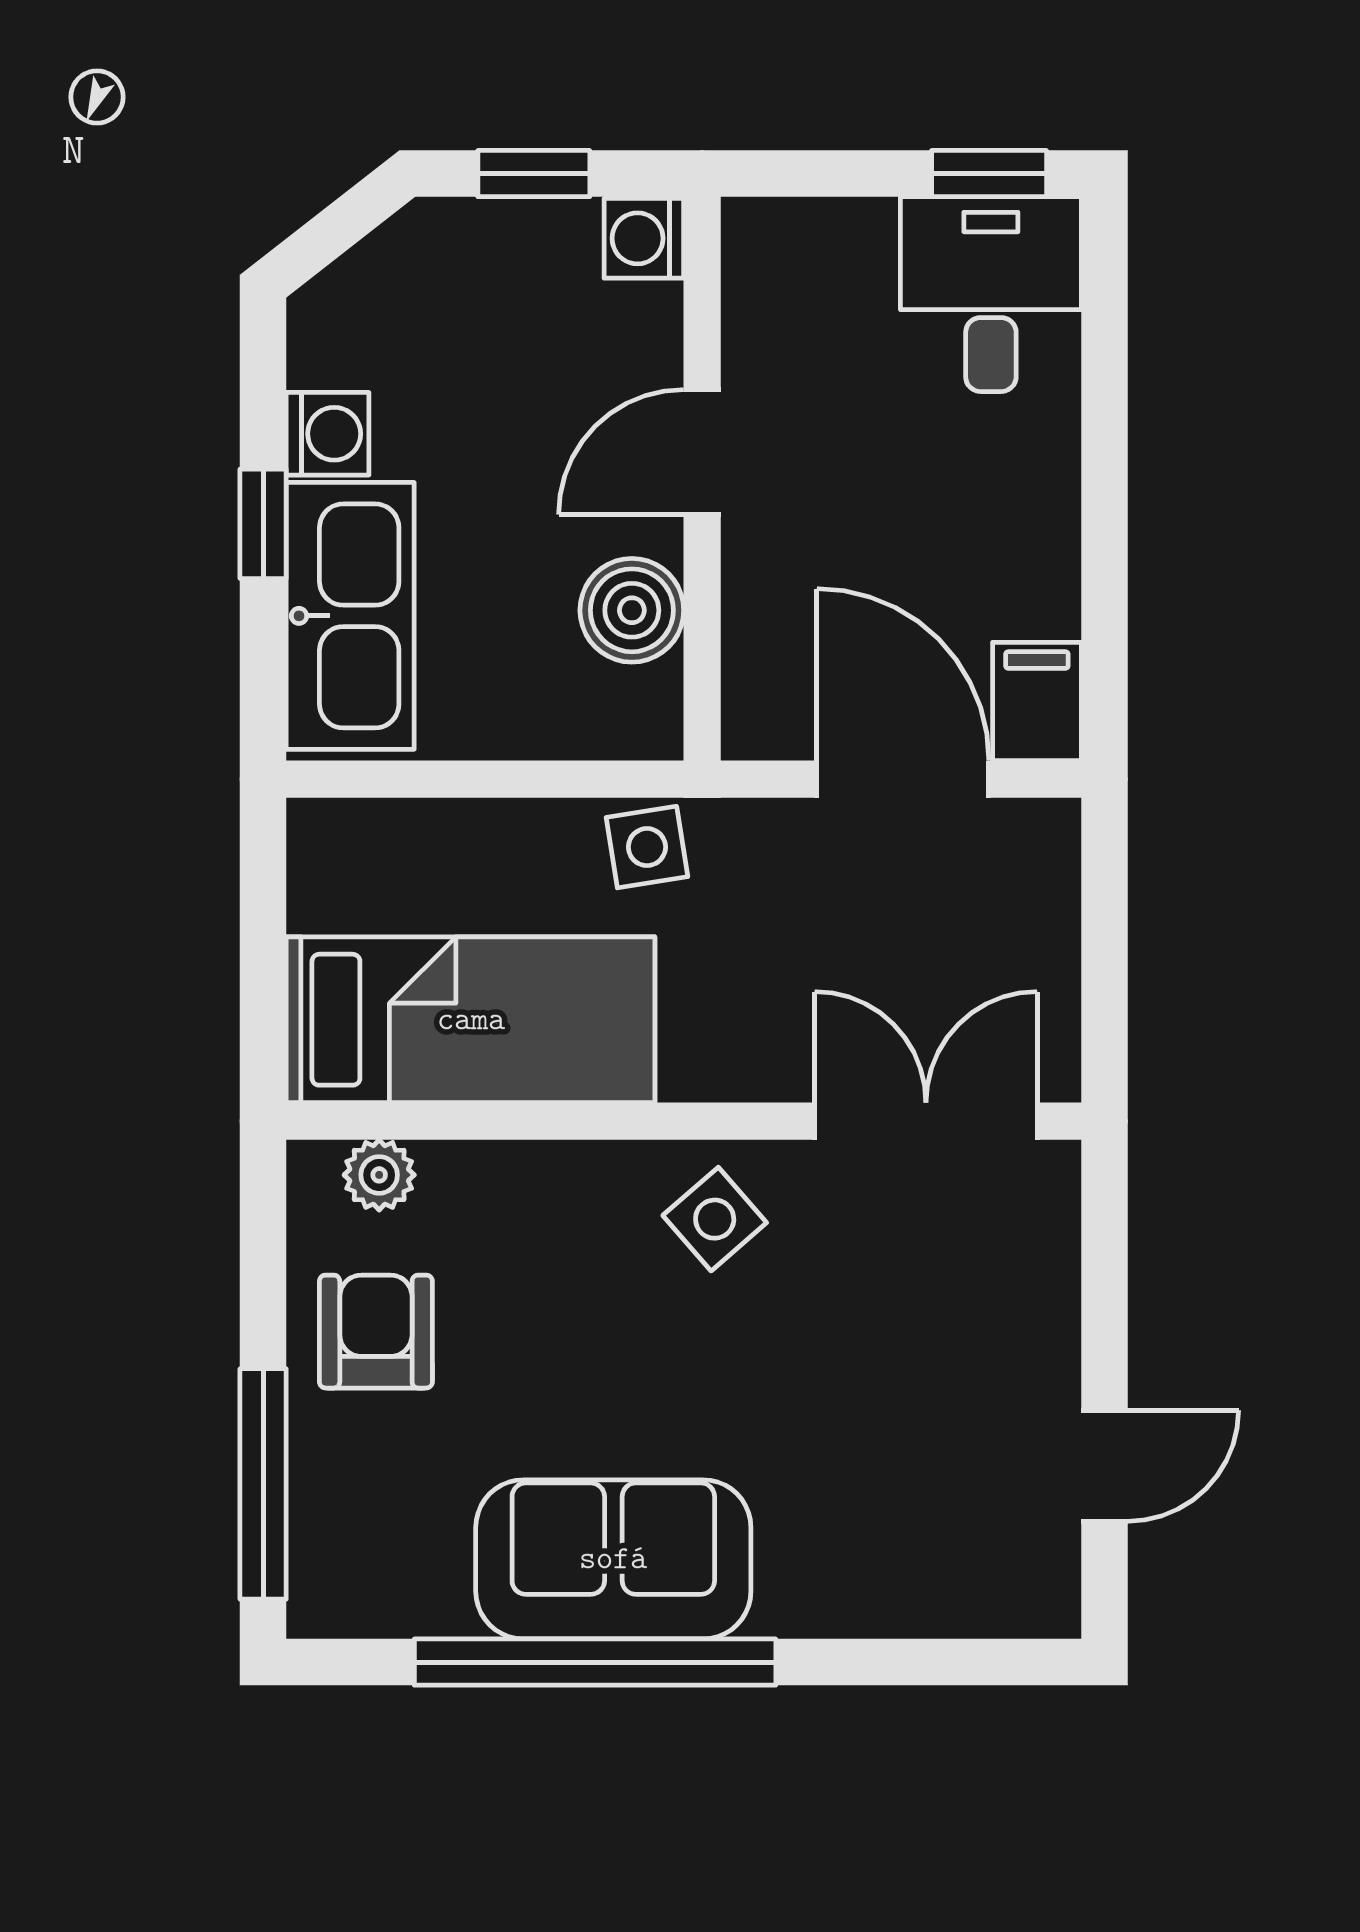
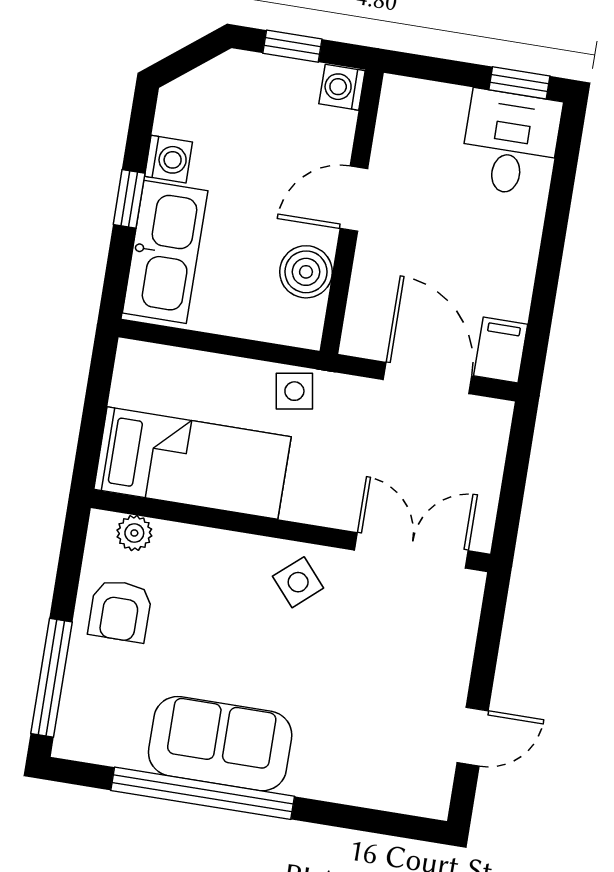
armchair: (376, 1332) -> (120, 611), turned 180

